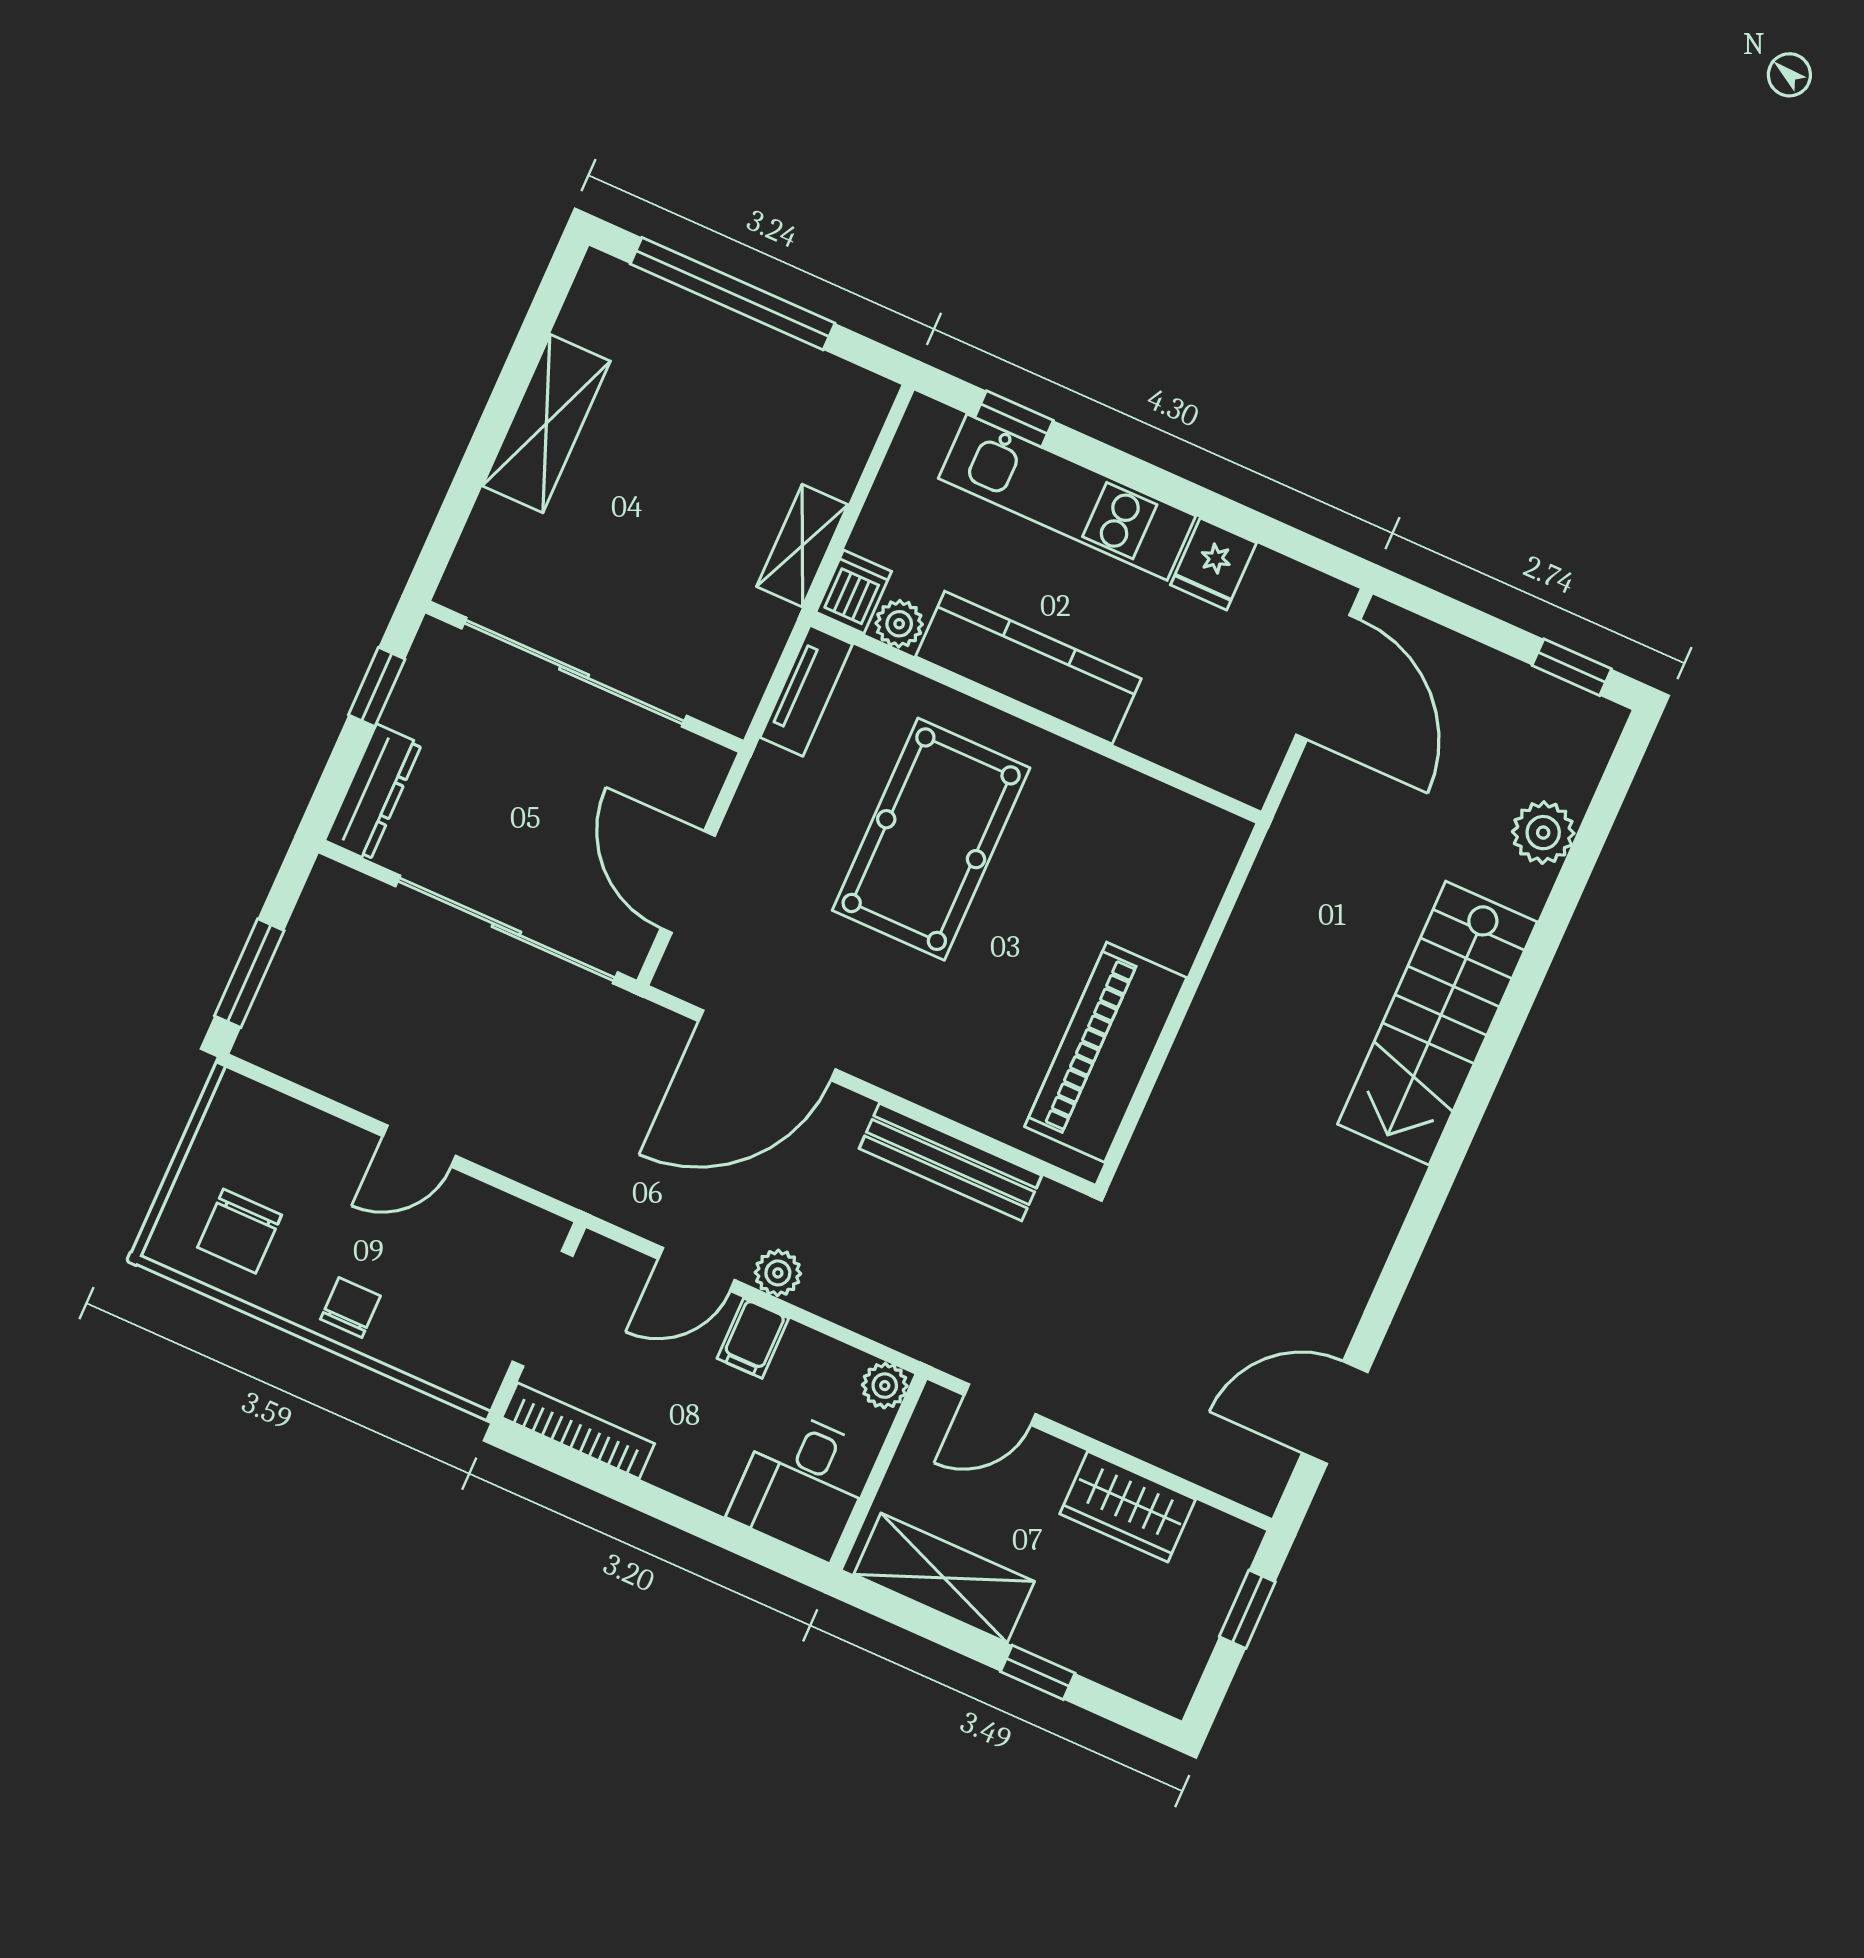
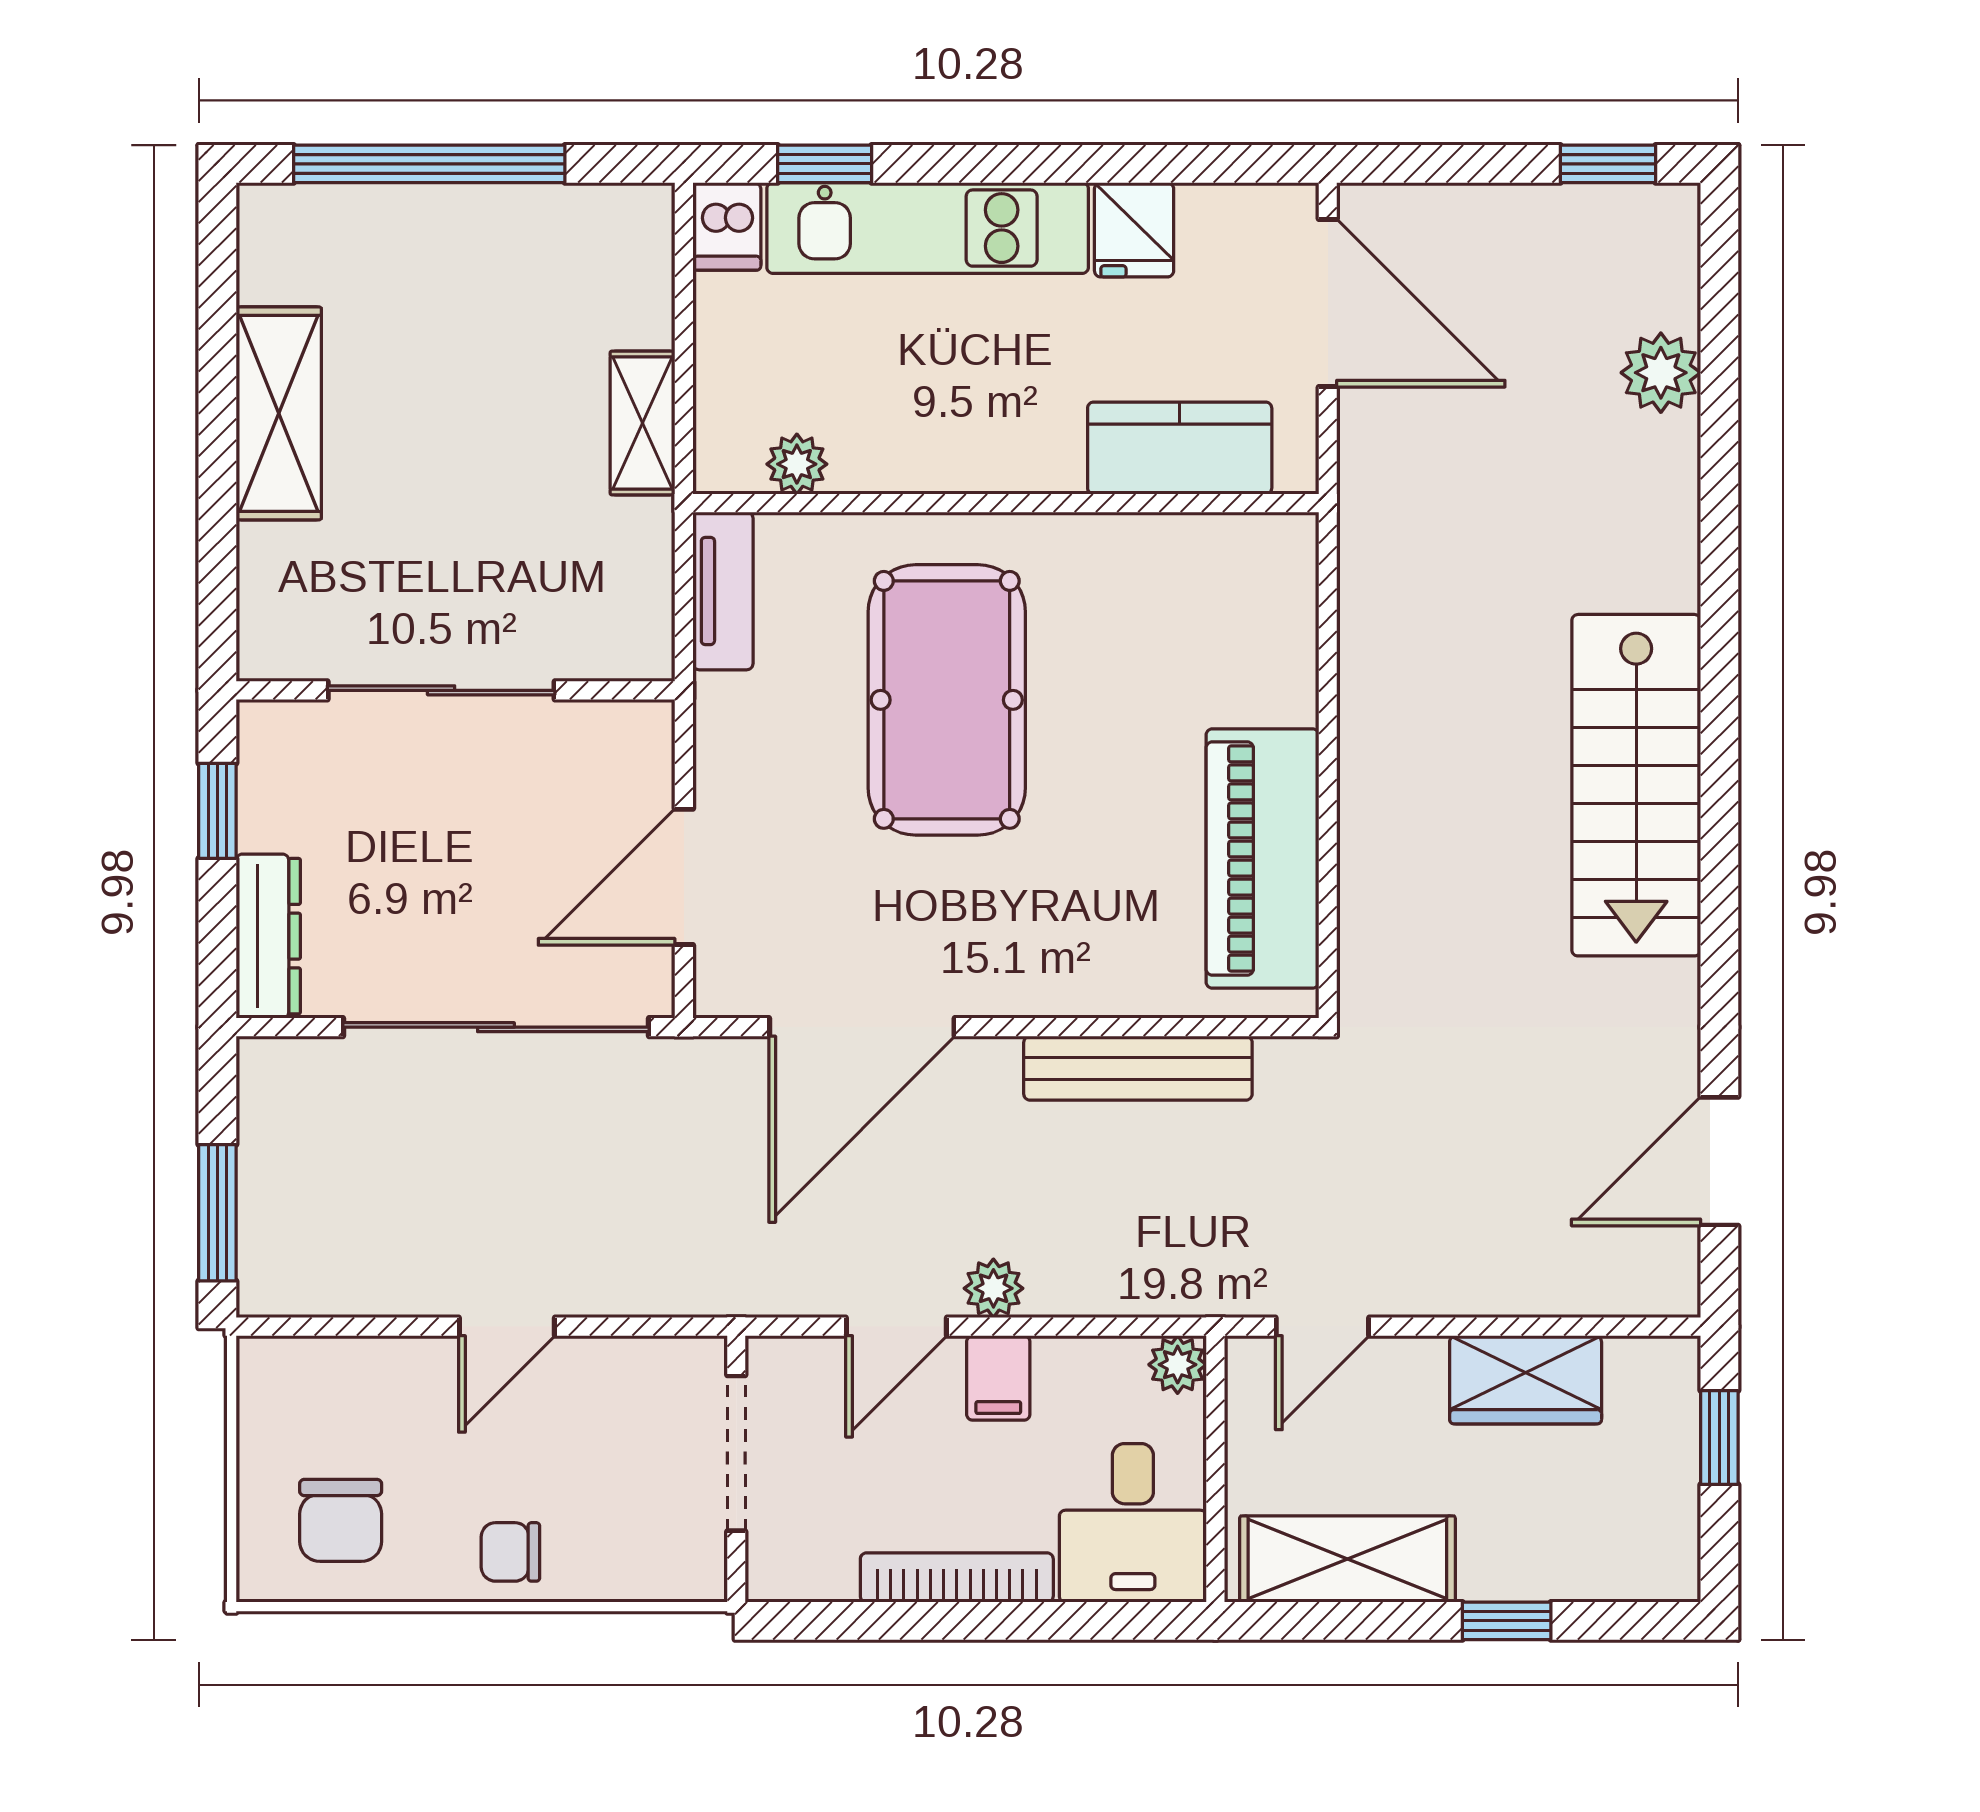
dishwasher: (854, 592) -> (727, 226), moved, turned 180
kitchen counter: (1028, 668) -> (1180, 448), moved, width x0.67
sliding door: (574, 672) -> (441, 690), width x0.73
door: (688, 882) -> (684, 877), hinge flipped
stairs: (1437, 1023) -> (1636, 785), moved
chair: (350, 1307) -> (510, 1552), turned -90
bookcase: (578, 1431) -> (957, 1578), moved

